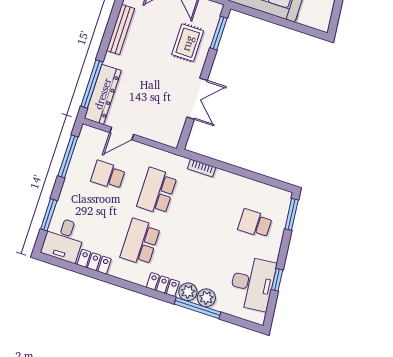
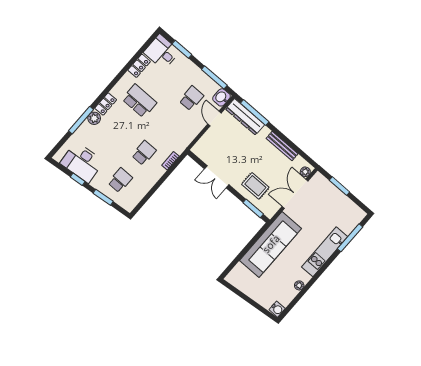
washbasin: (90, 136) -> (222, 97), added
school desk: (157, 191) -> (144, 153), moved, width x0.54
window: (292, 214) -> (103, 197), moved
plant: (206, 298) -> (85, 129), removed

